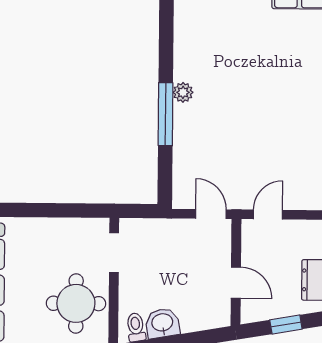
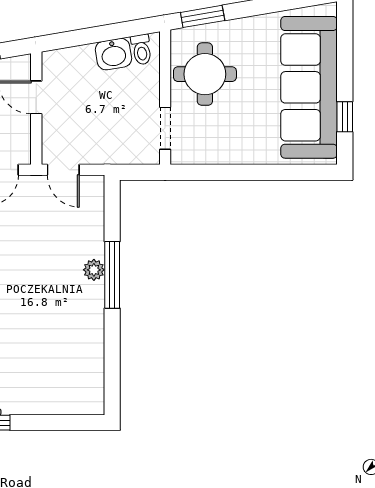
plant: (183, 92) -> (94, 270), moved

